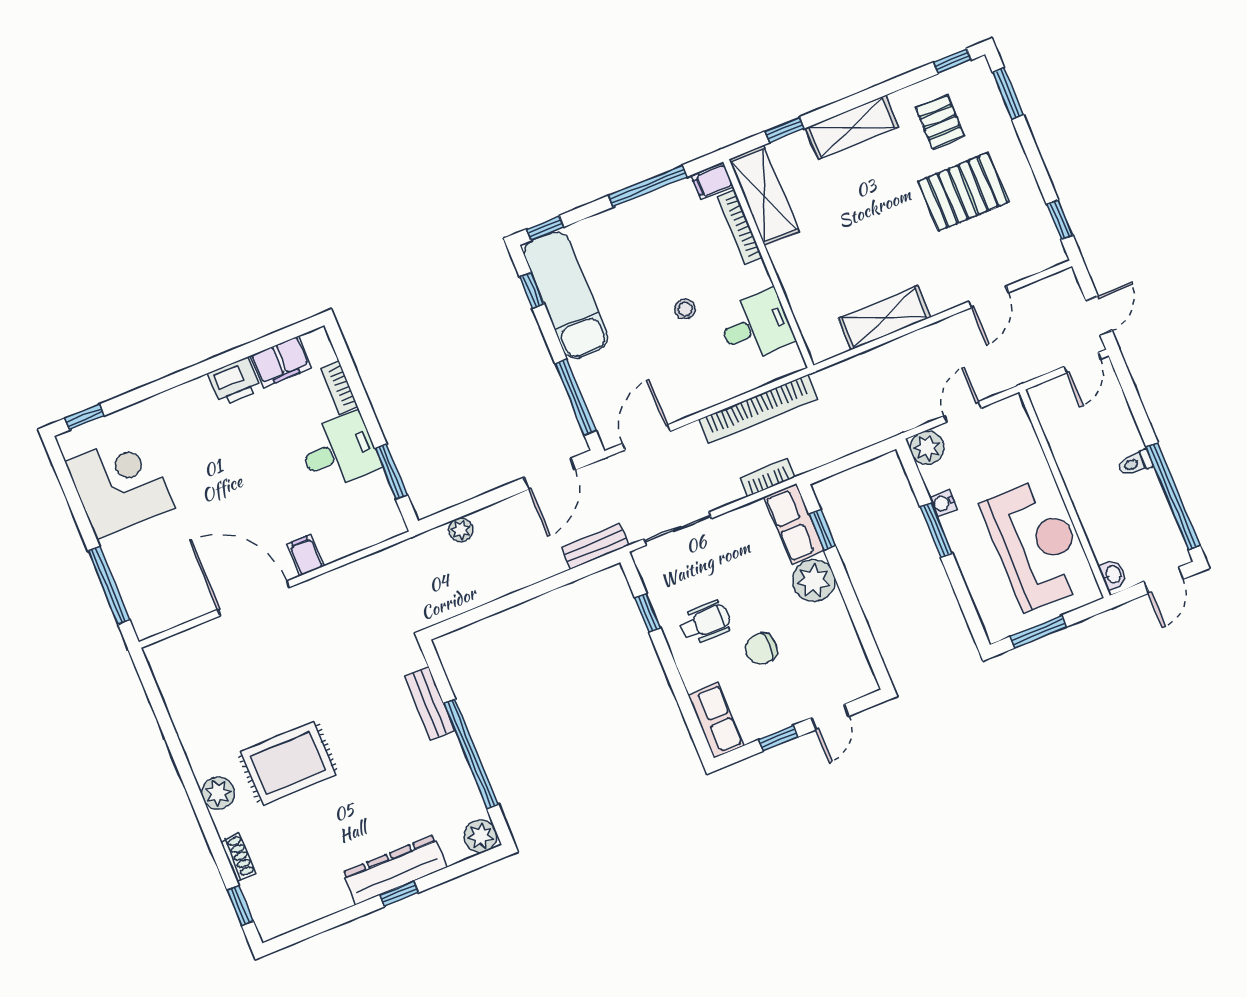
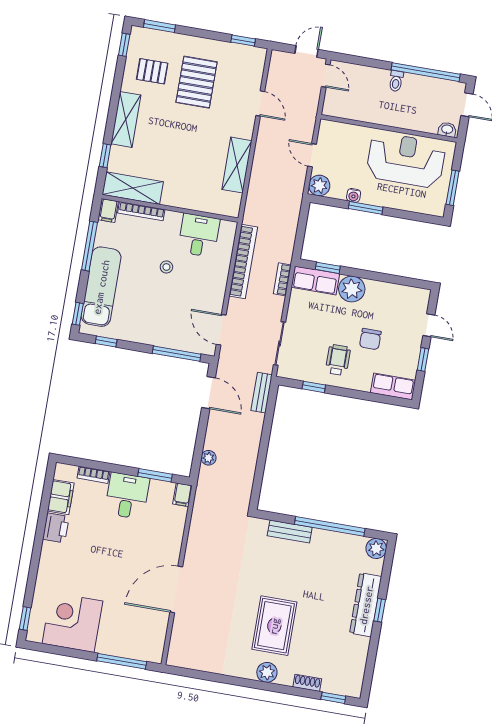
exam couch: (566, 295) -> (101, 287), moved, turned 90
door: (1099, 316) -> (306, 51), hinge flipped
filing cabinet: (305, 555) -> (183, 495), moved, turned -90

